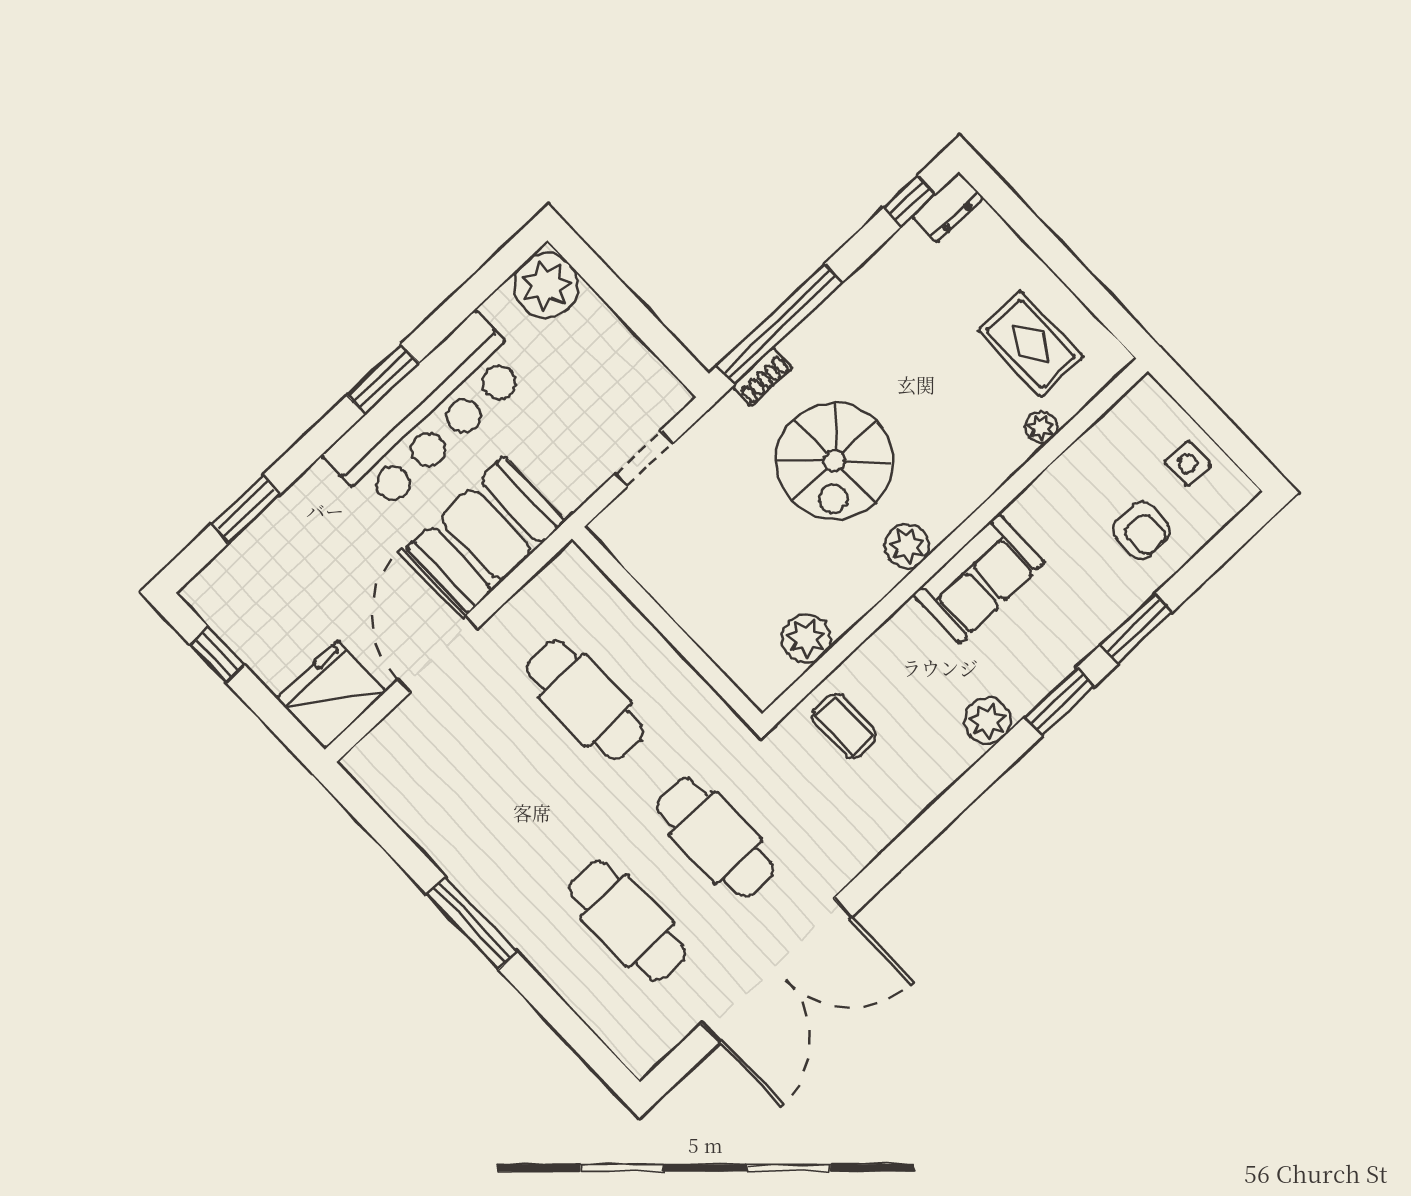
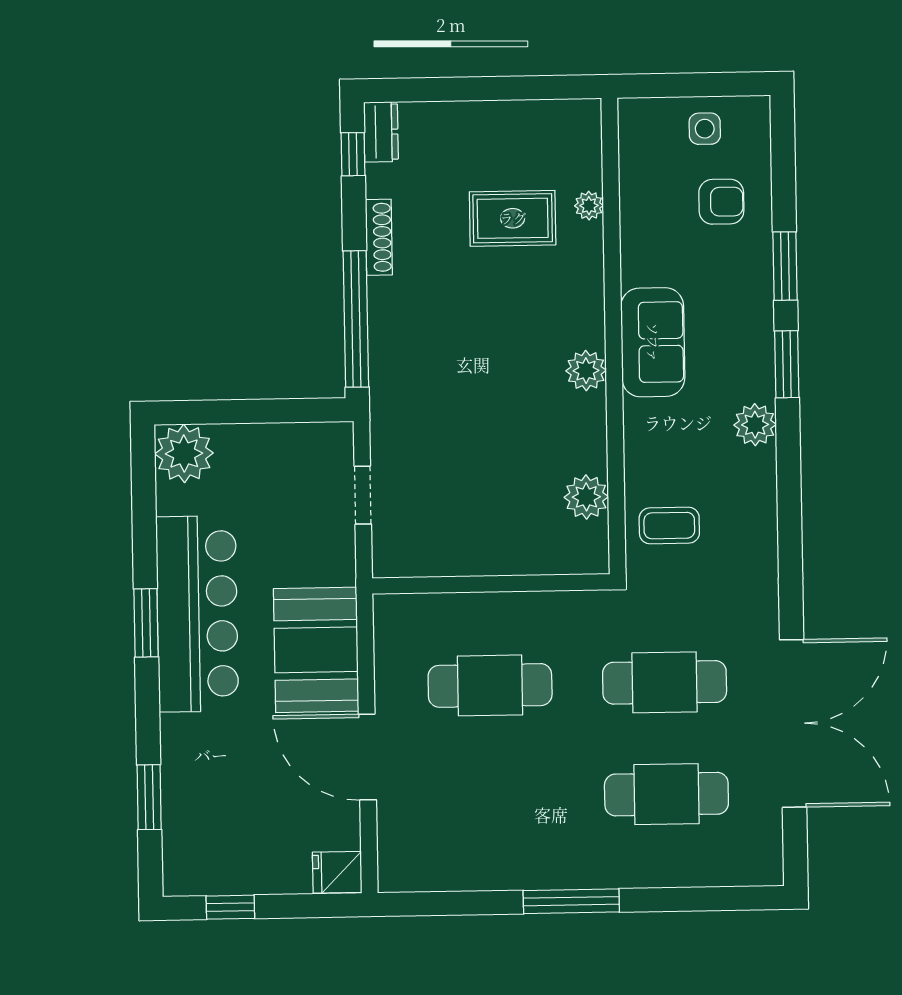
rug: (1031, 344) -> (513, 218), moved
shoe rack: (762, 377) -> (379, 237), moved, width x1.43
spiral stairs: (834, 461) -> (483, 367), removed
fridge: (332, 695) -> (337, 872), width x0.53, depth x0.75

